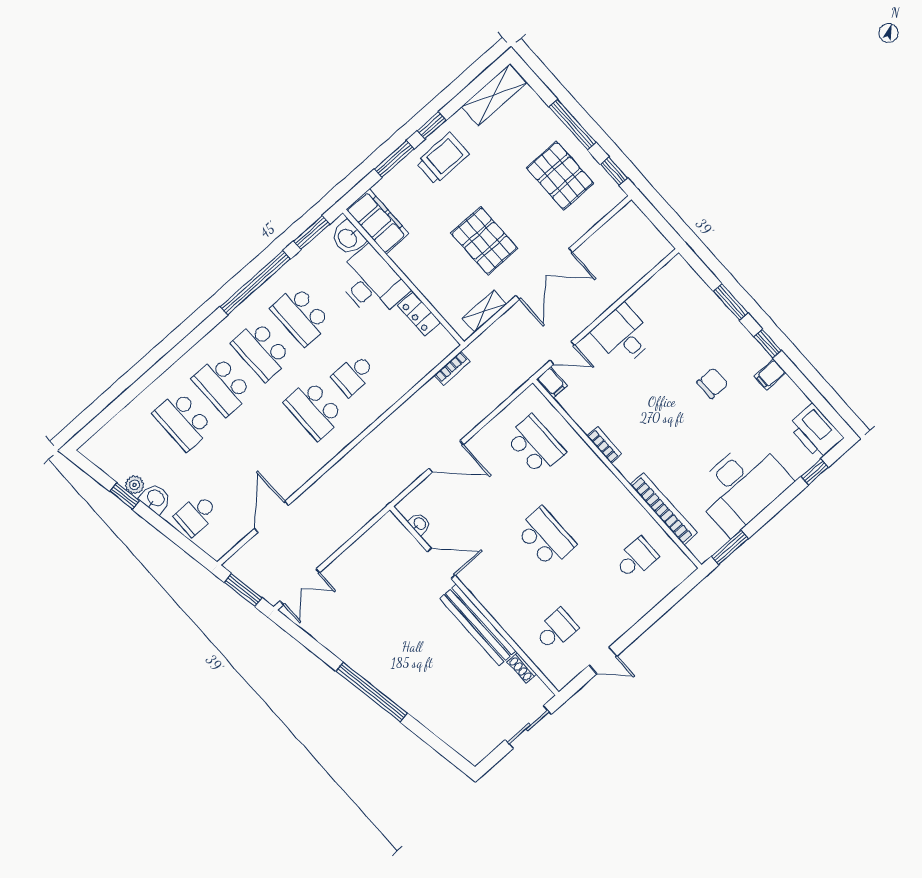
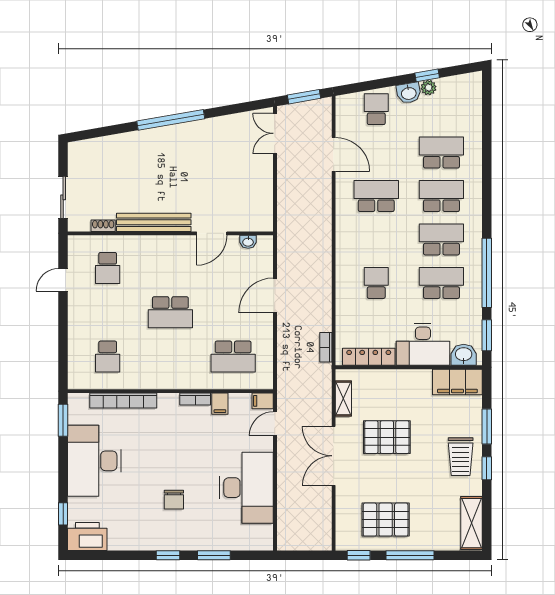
locker: (419, 314) -> (369, 357), width x1.53
desk: (623, 335) -> (246, 488), width x1.87, depth x1.30
filing cabinet: (770, 374) -> (220, 404), moved, turned 180
school desk: (314, 410) -> (376, 196), moved

